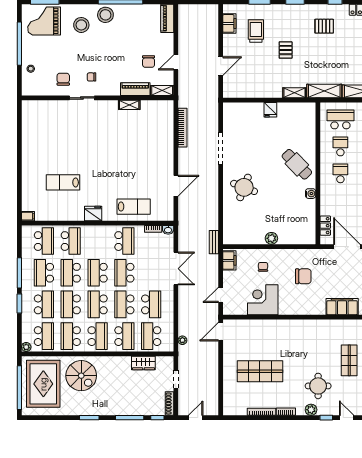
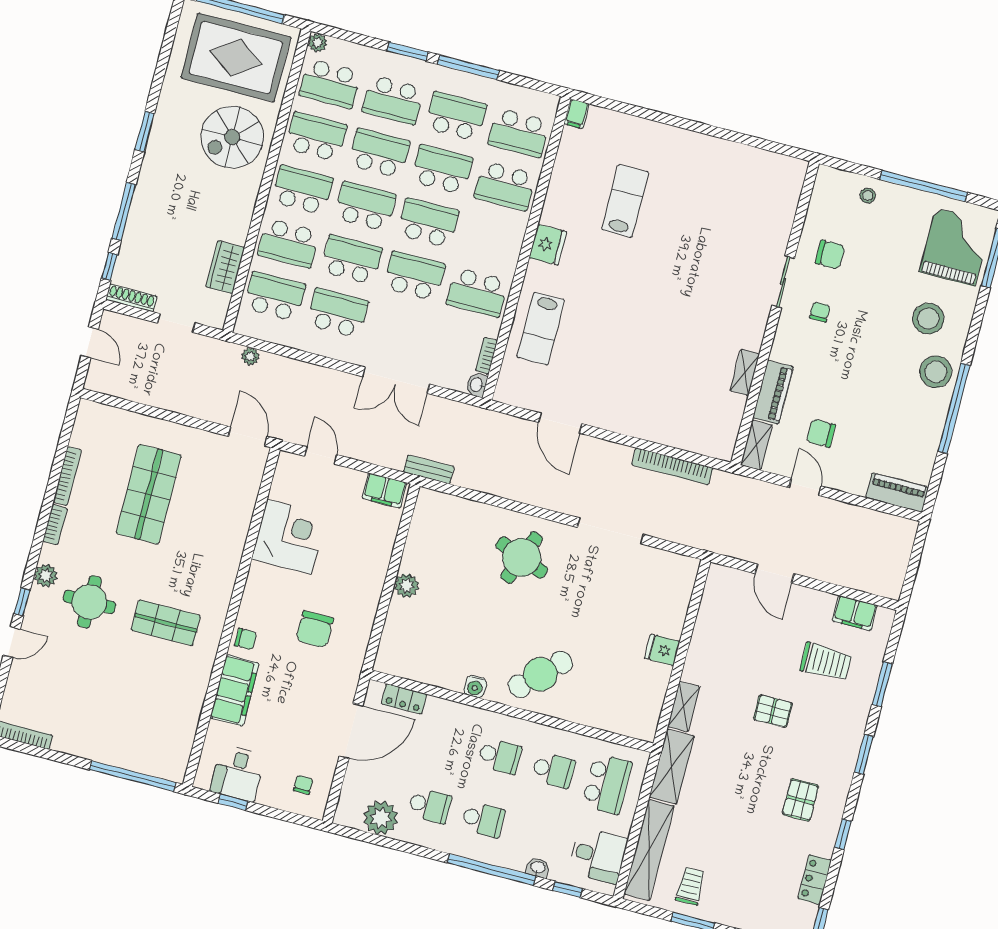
chair: (263, 267) -> (246, 639), moved
school desk: (151, 304) -> (338, 313), turned 180
school desk: (98, 336) -> (302, 190), turned 180
shop shelf: (349, 360) -> (166, 623), moved

